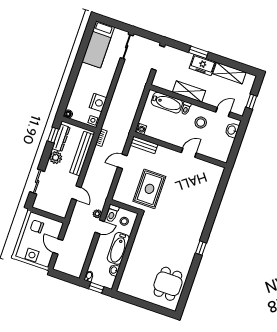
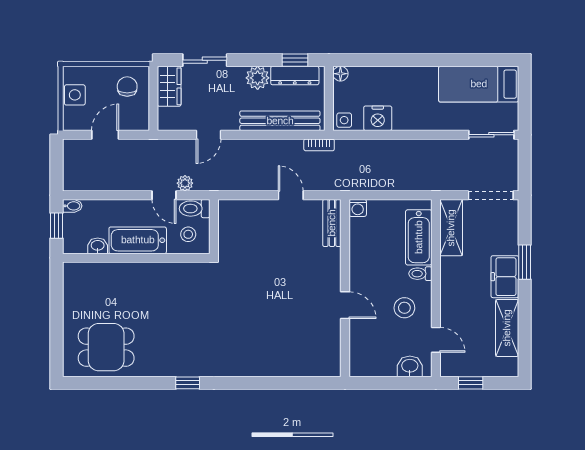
shelving: (189, 91) -> (451, 228), moved
rug: (149, 189) -> (259, 259), removed
wardrobe: (44, 205) -> (169, 86), added

